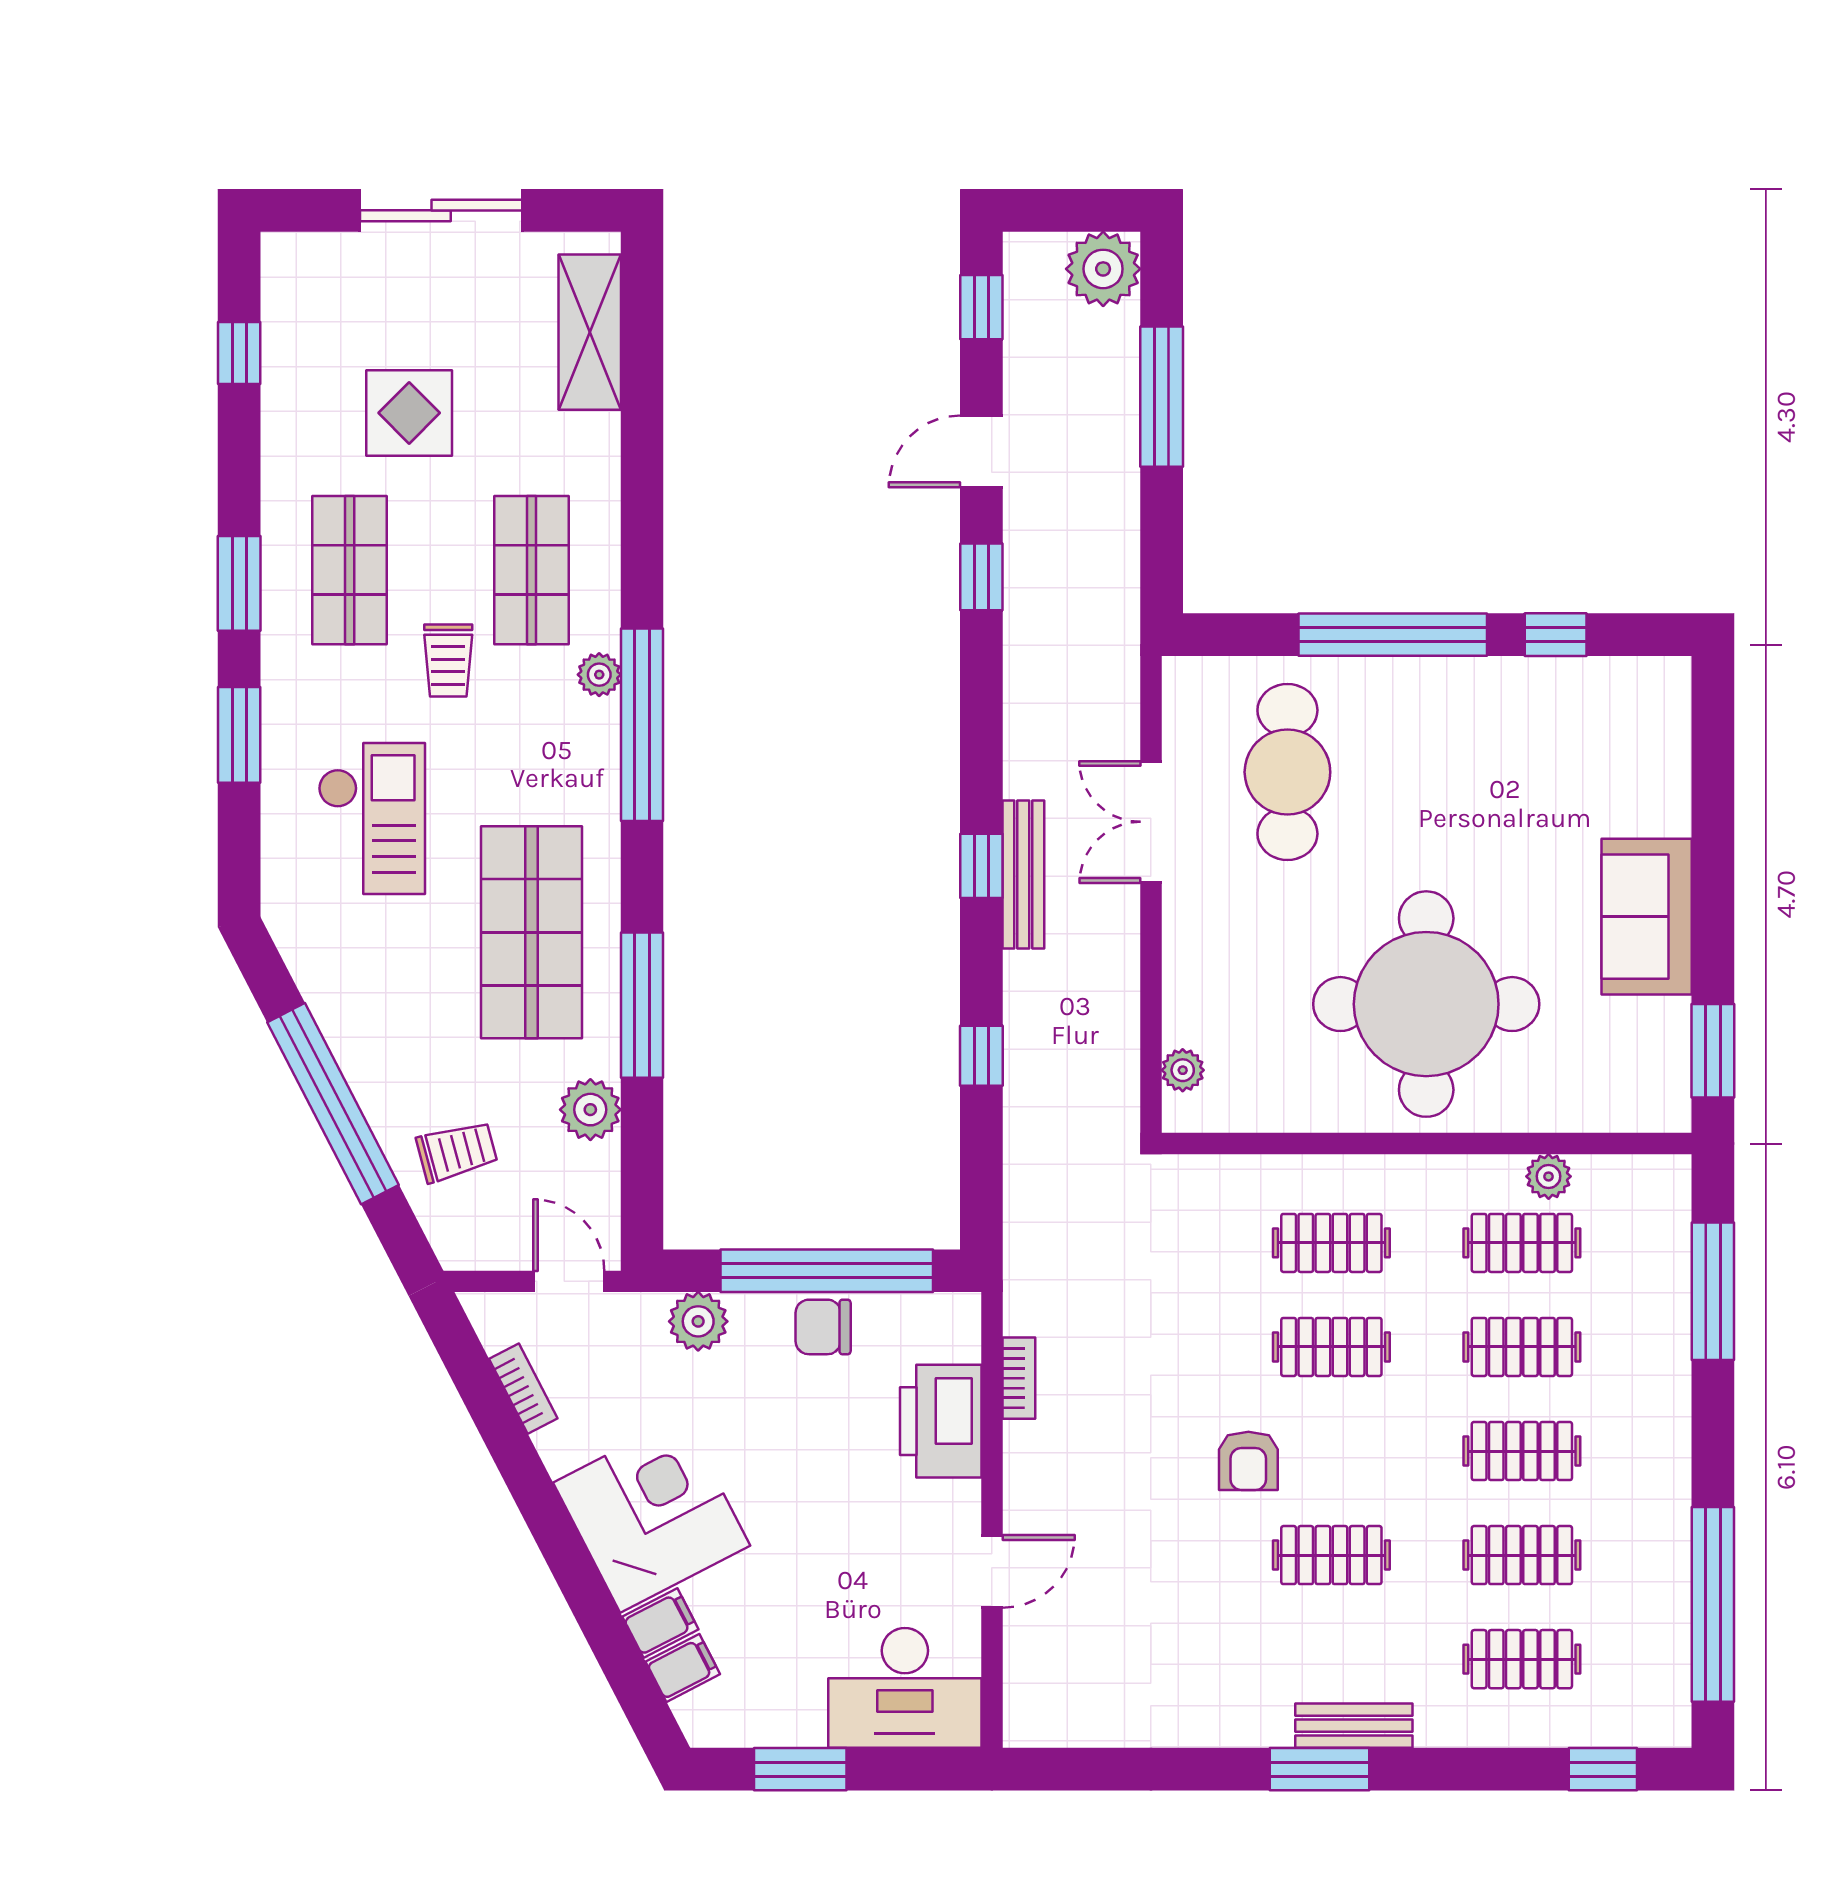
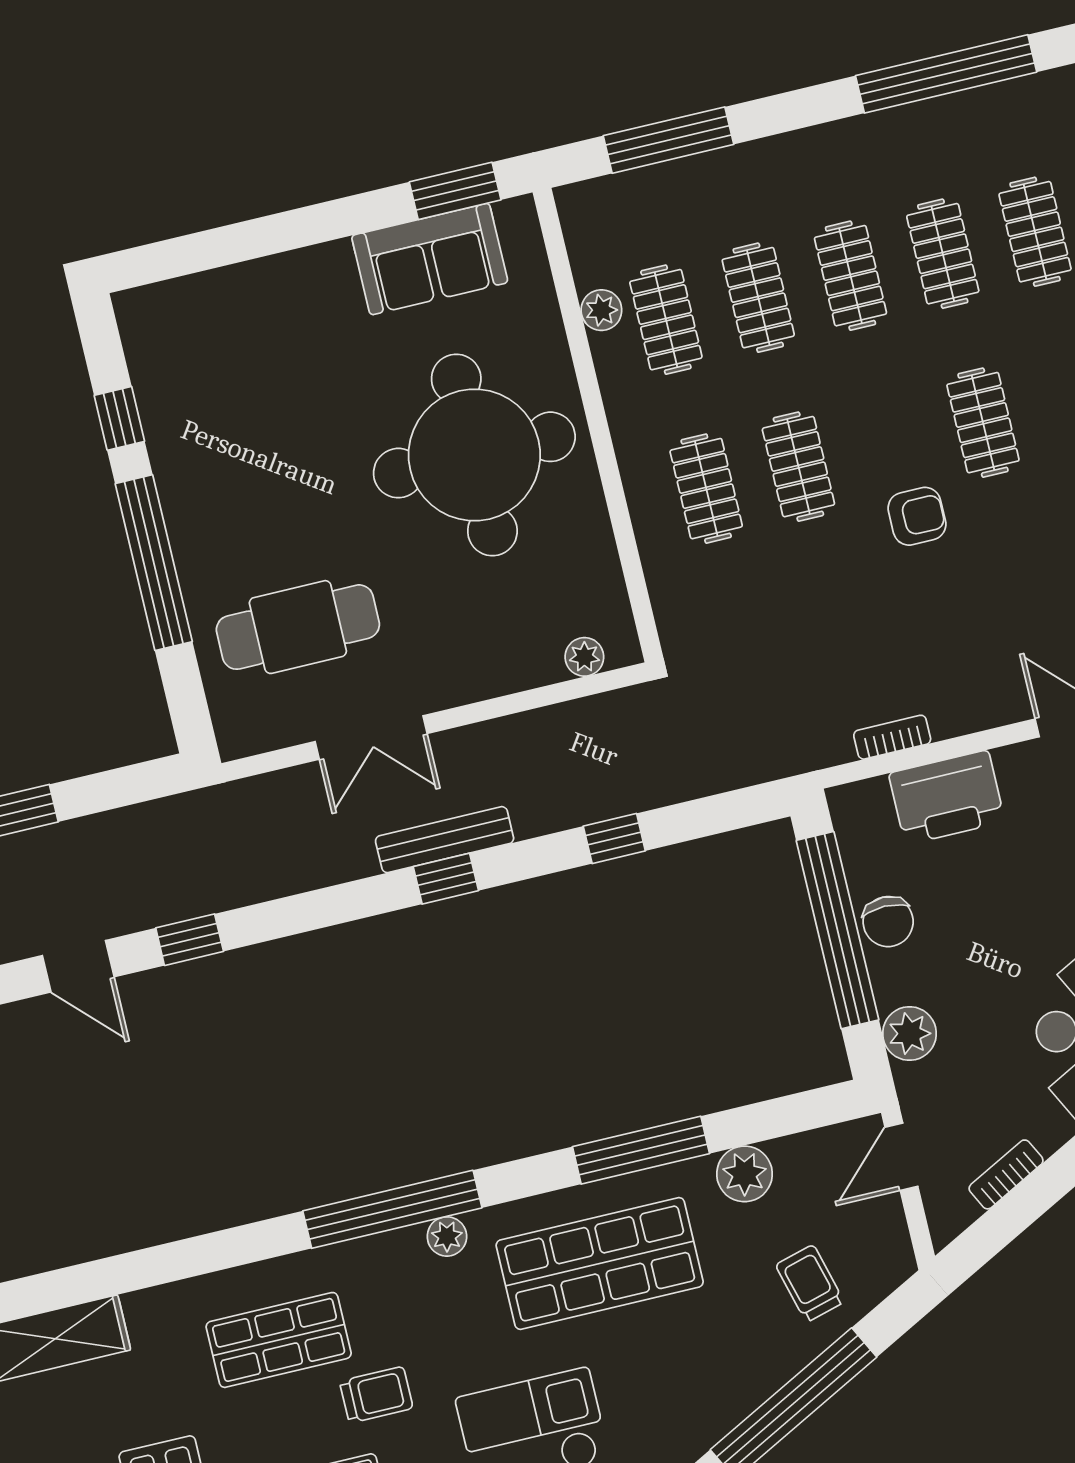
plant: (599, 675) -> (447, 1236), moved
sofa: (1647, 917) -> (430, 259), moved

